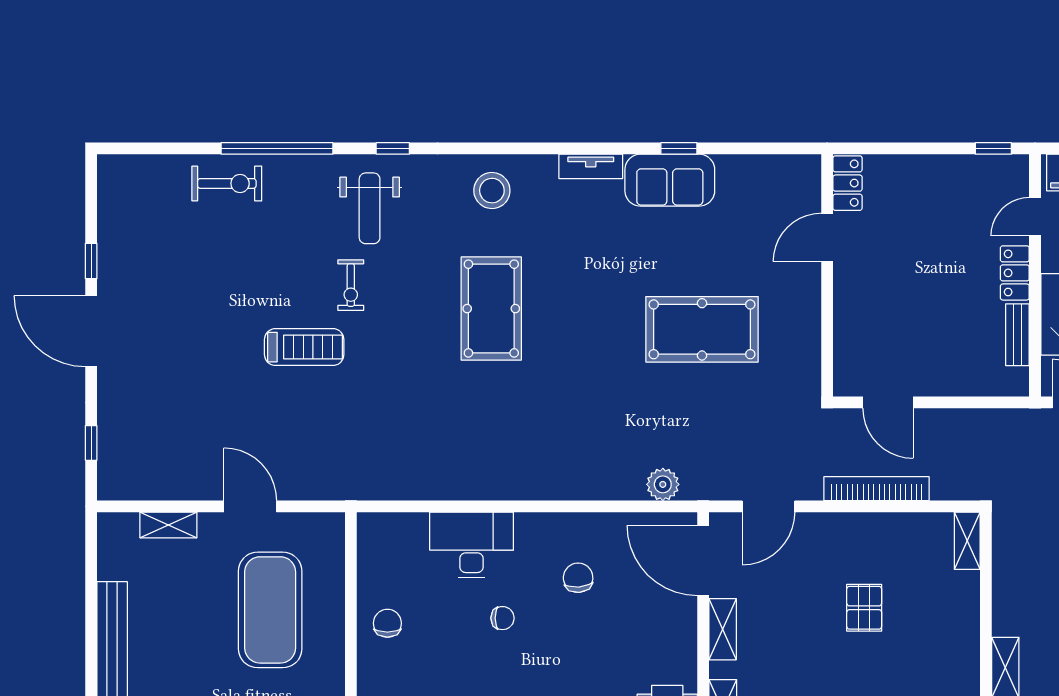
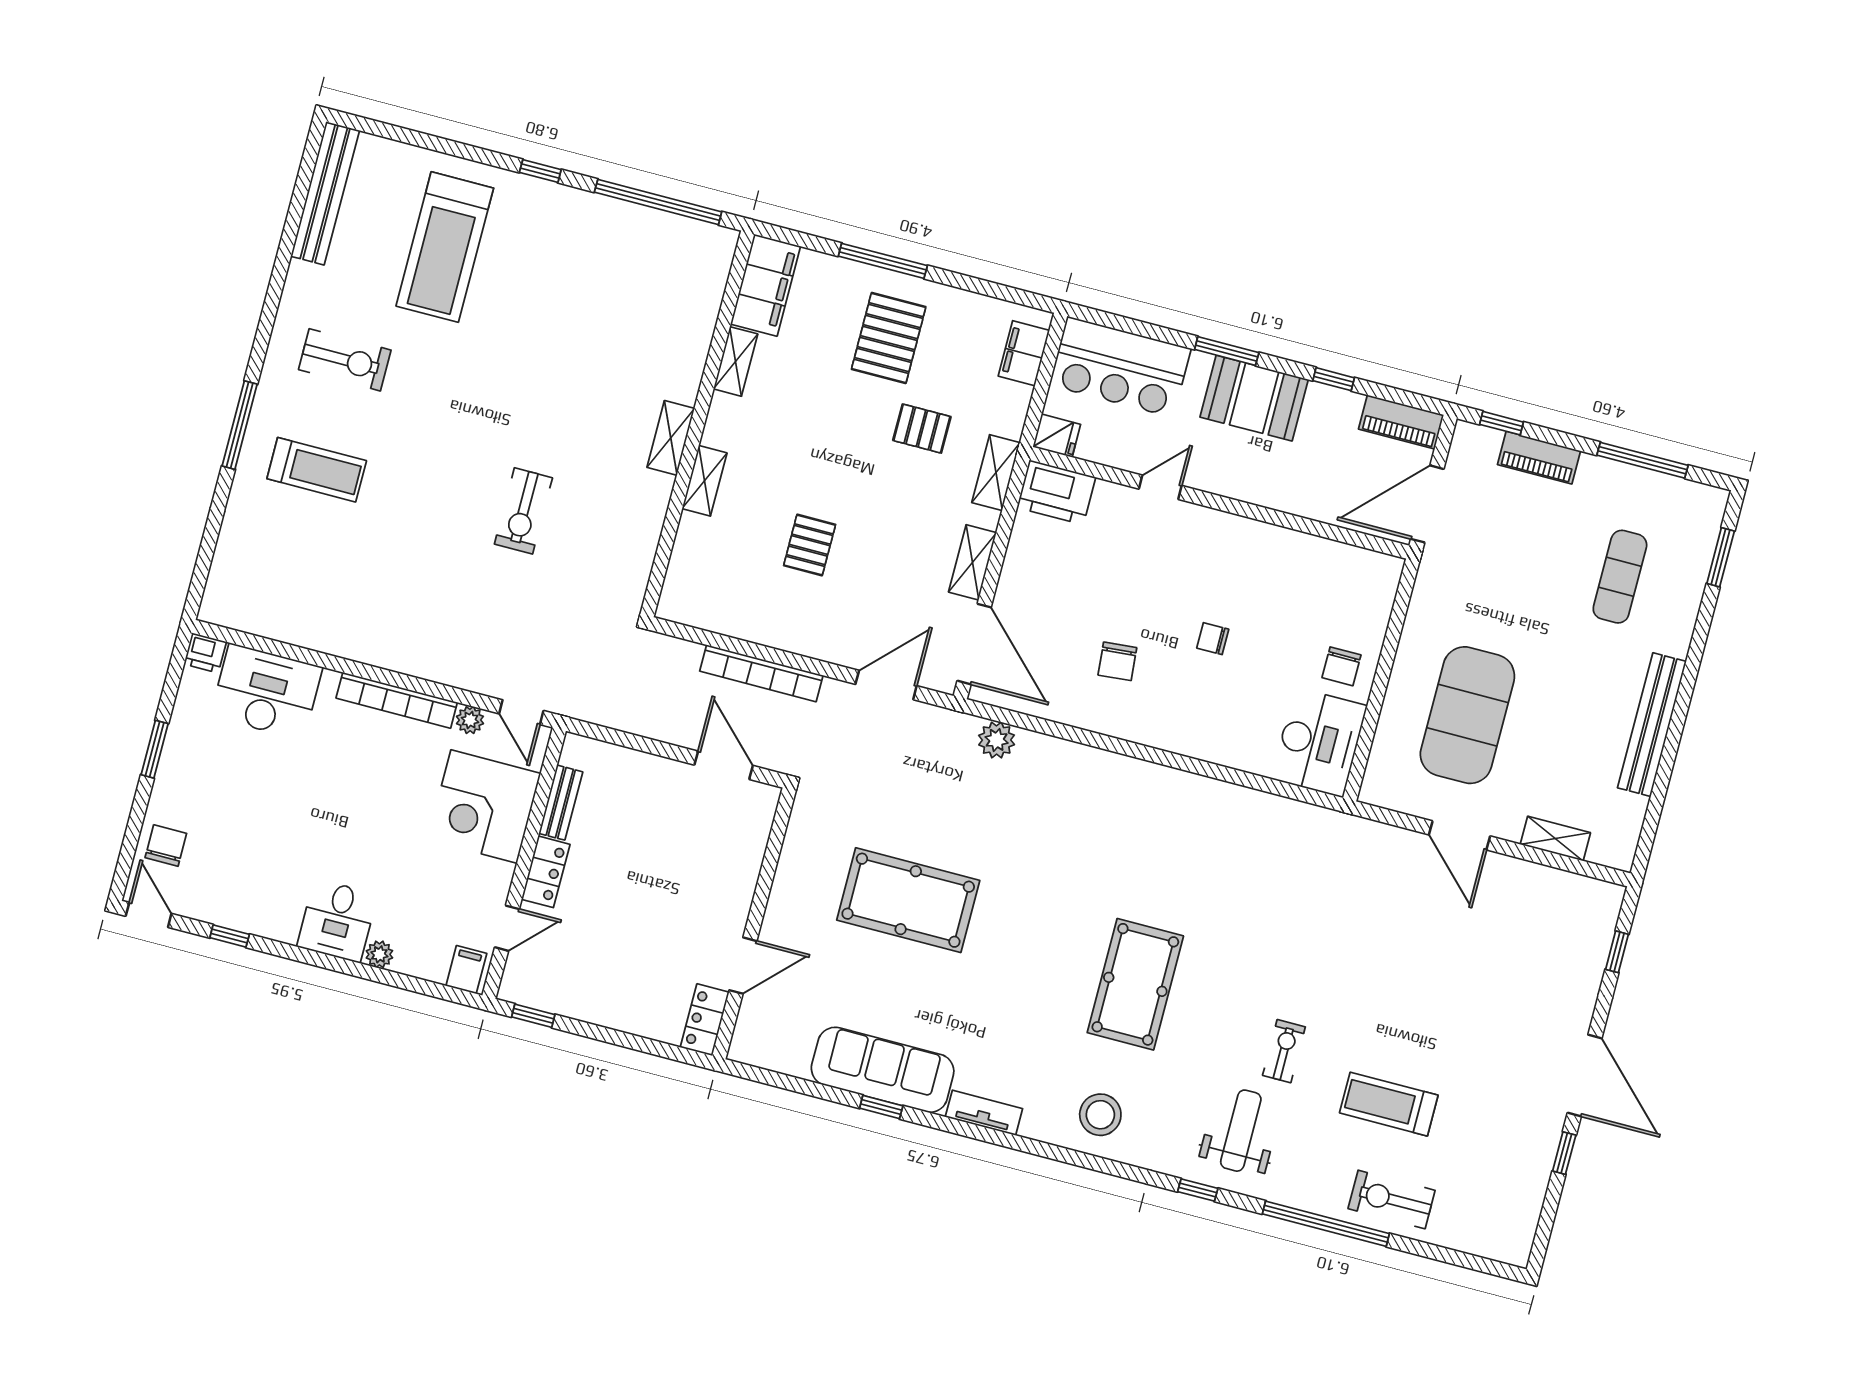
sofa: (670, 180) -> (883, 1070), width x1.36
treadmill: (304, 347) -> (1389, 1104), moved
shelving: (967, 541) -> (704, 481), moved
desk: (471, 545) -> (1319, 742), moved, turned -90

